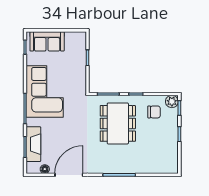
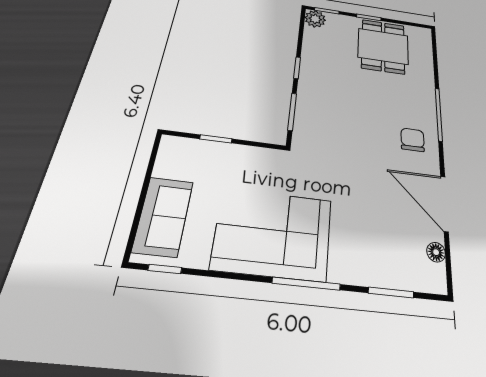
chair: (154, 112) -> (413, 140), moved
dining table: (118, 123) -> (383, 46), moved, width x0.73
fireplace: (33, 144) -> (385, 272), removed

